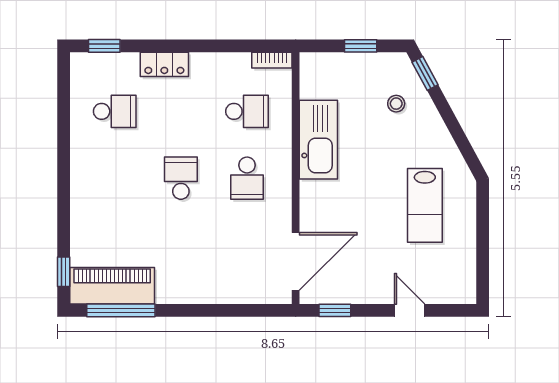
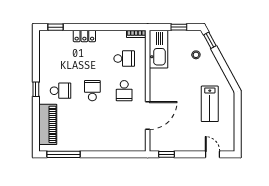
school desk: (115, 111) -> (61, 91), moved
kitchen sink: (318, 140) -> (159, 49), moved
door: (296, 261) -> (148, 115), moved
window: (64, 272) -> (36, 89), moved
piano: (112, 286) -> (48, 124), moved, turned 90
door: (410, 310) -> (213, 154), moved

